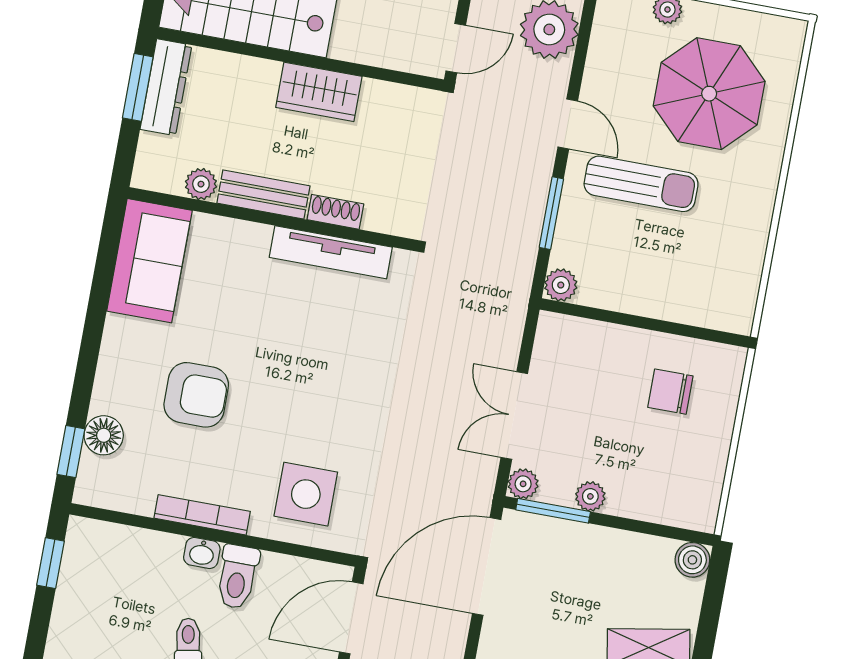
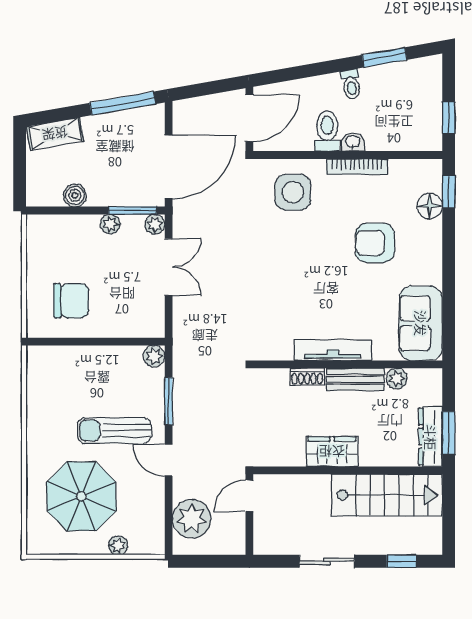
tv unit: (331, 252) -> (333, 350), moved
chair: (670, 392) -> (71, 301), width x1.37, depth x1.37
boiler: (692, 560) -> (75, 195), moved

